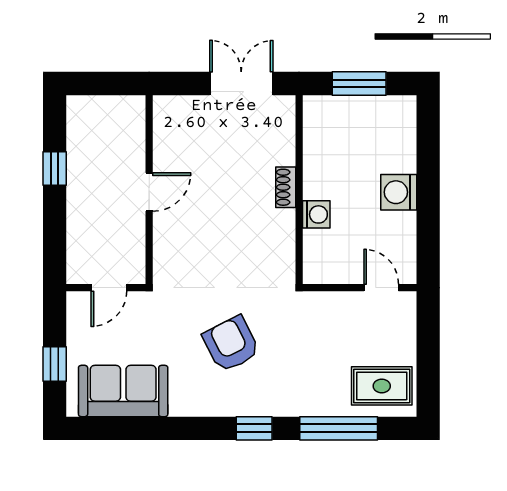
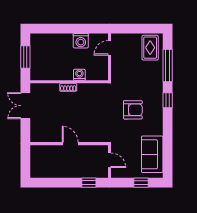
window: (55, 169) -> (89, 183), moved
washing machine: (399, 192) -> (81, 41), moved
armchair: (231, 344) -> (133, 110), turned -153

